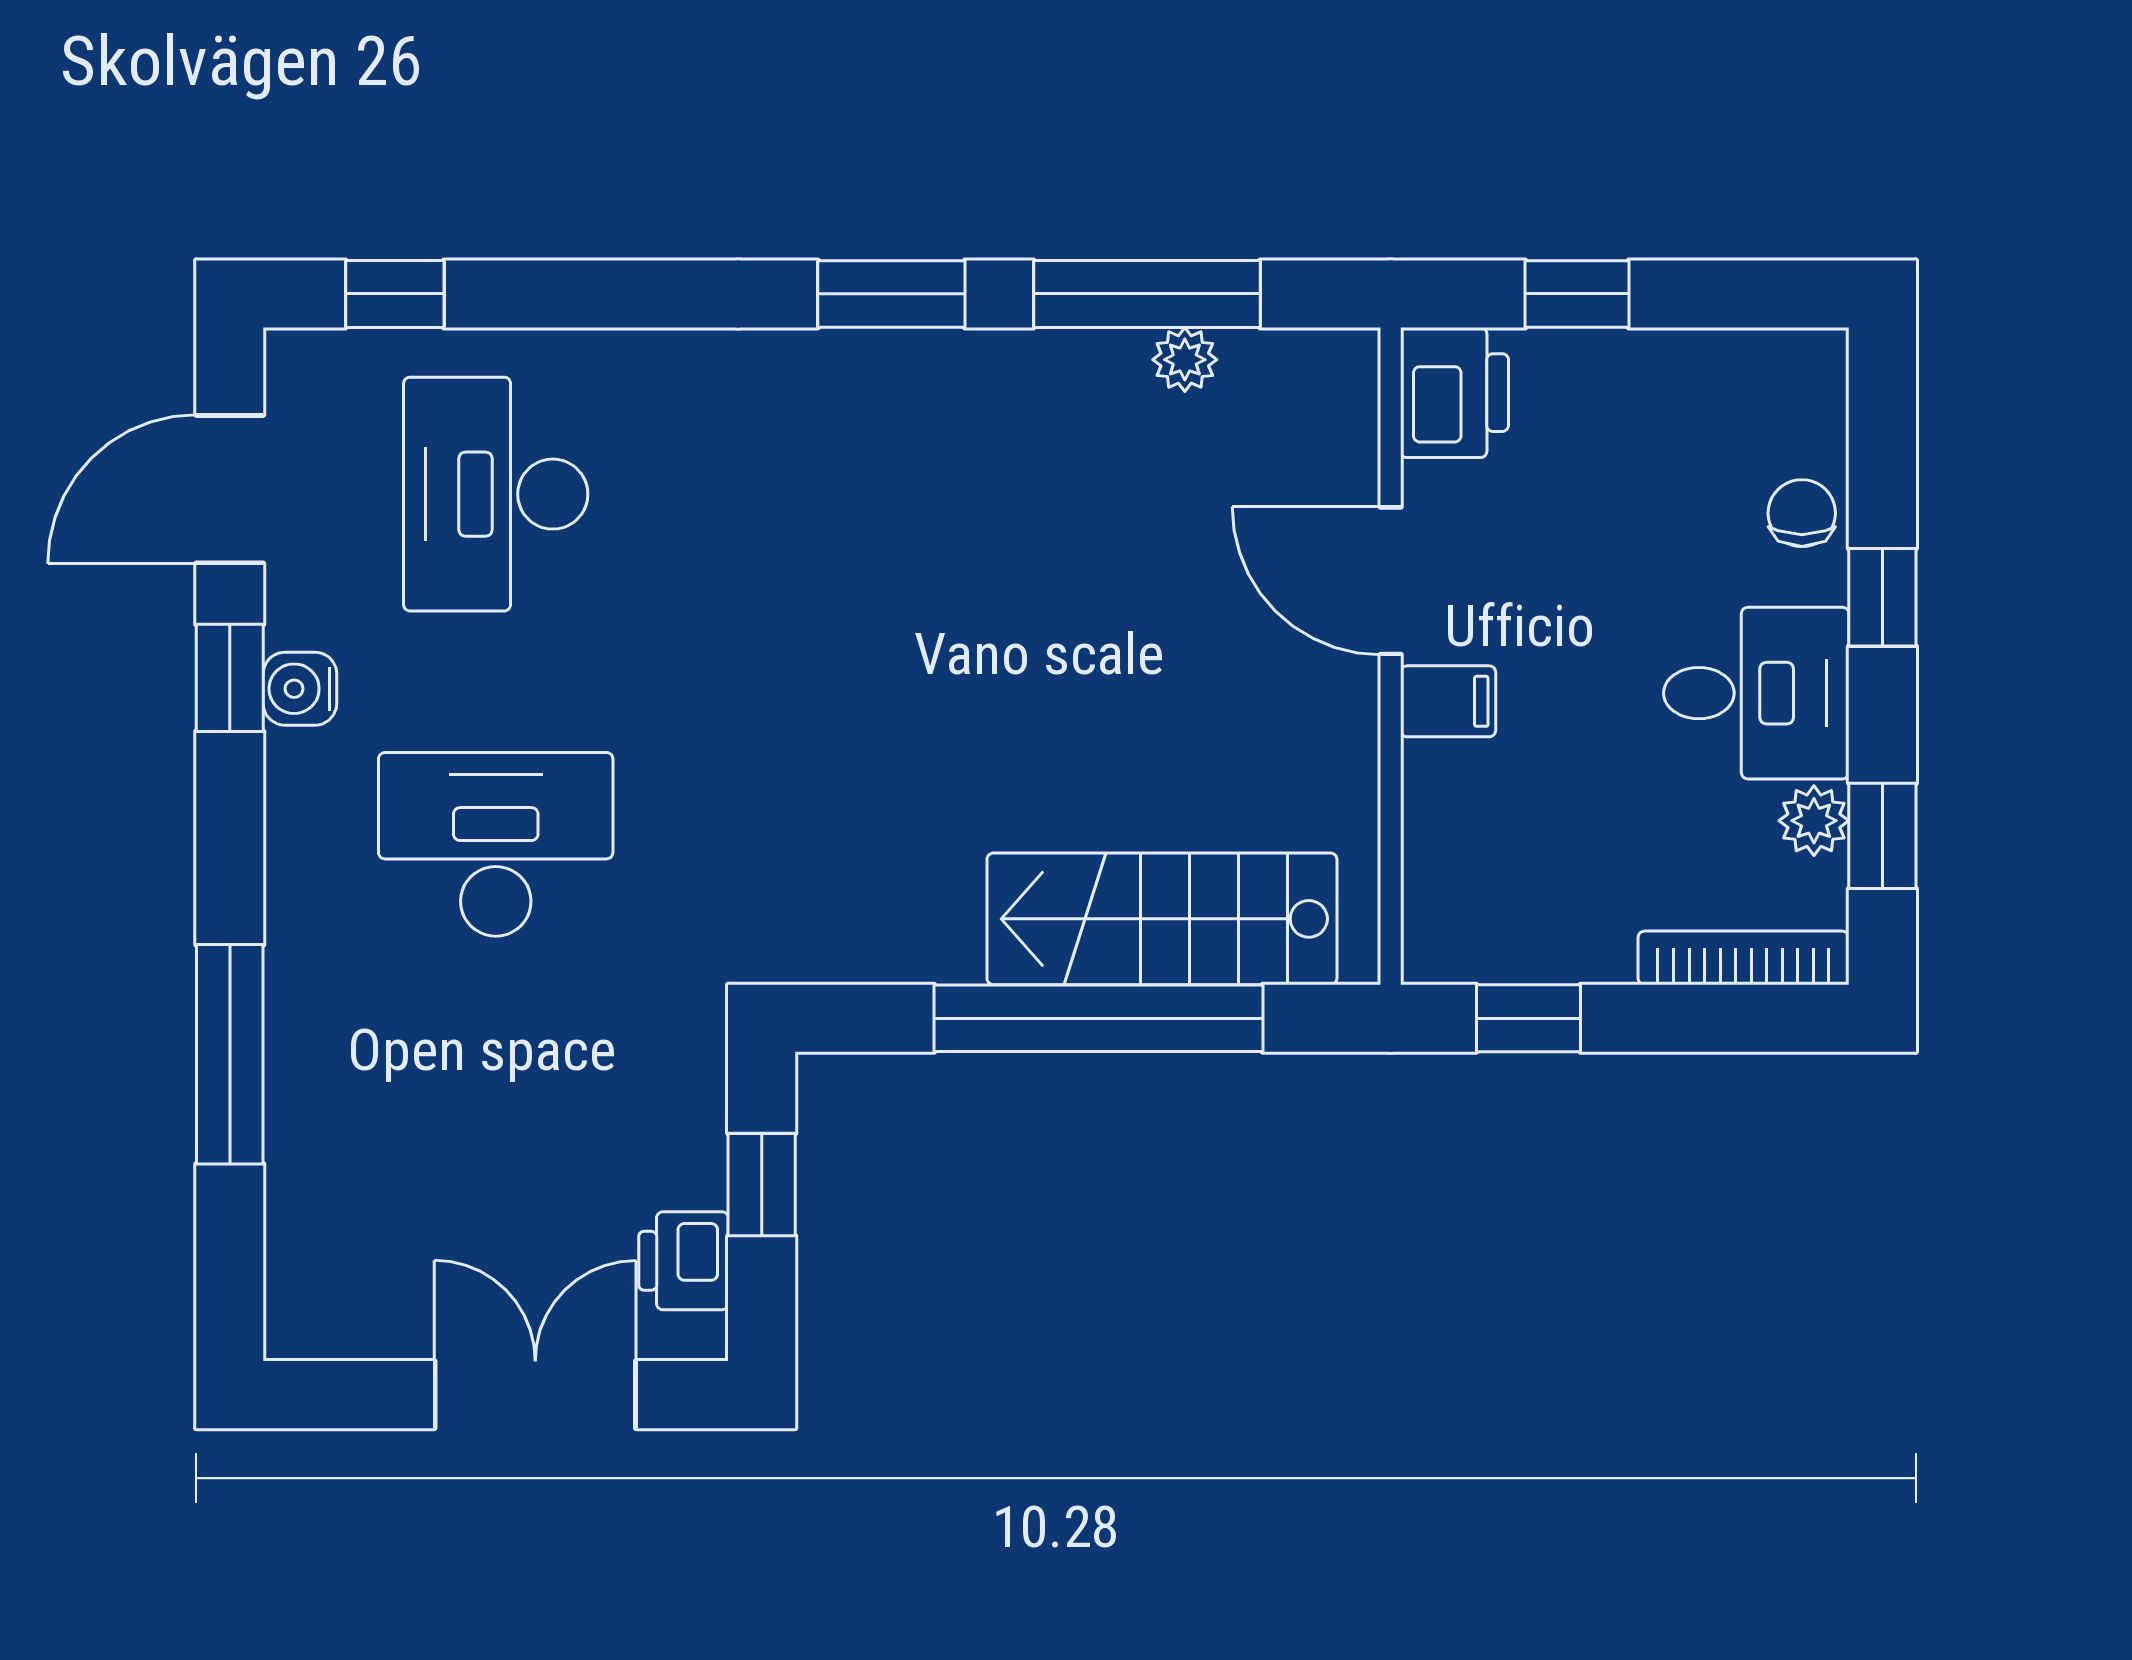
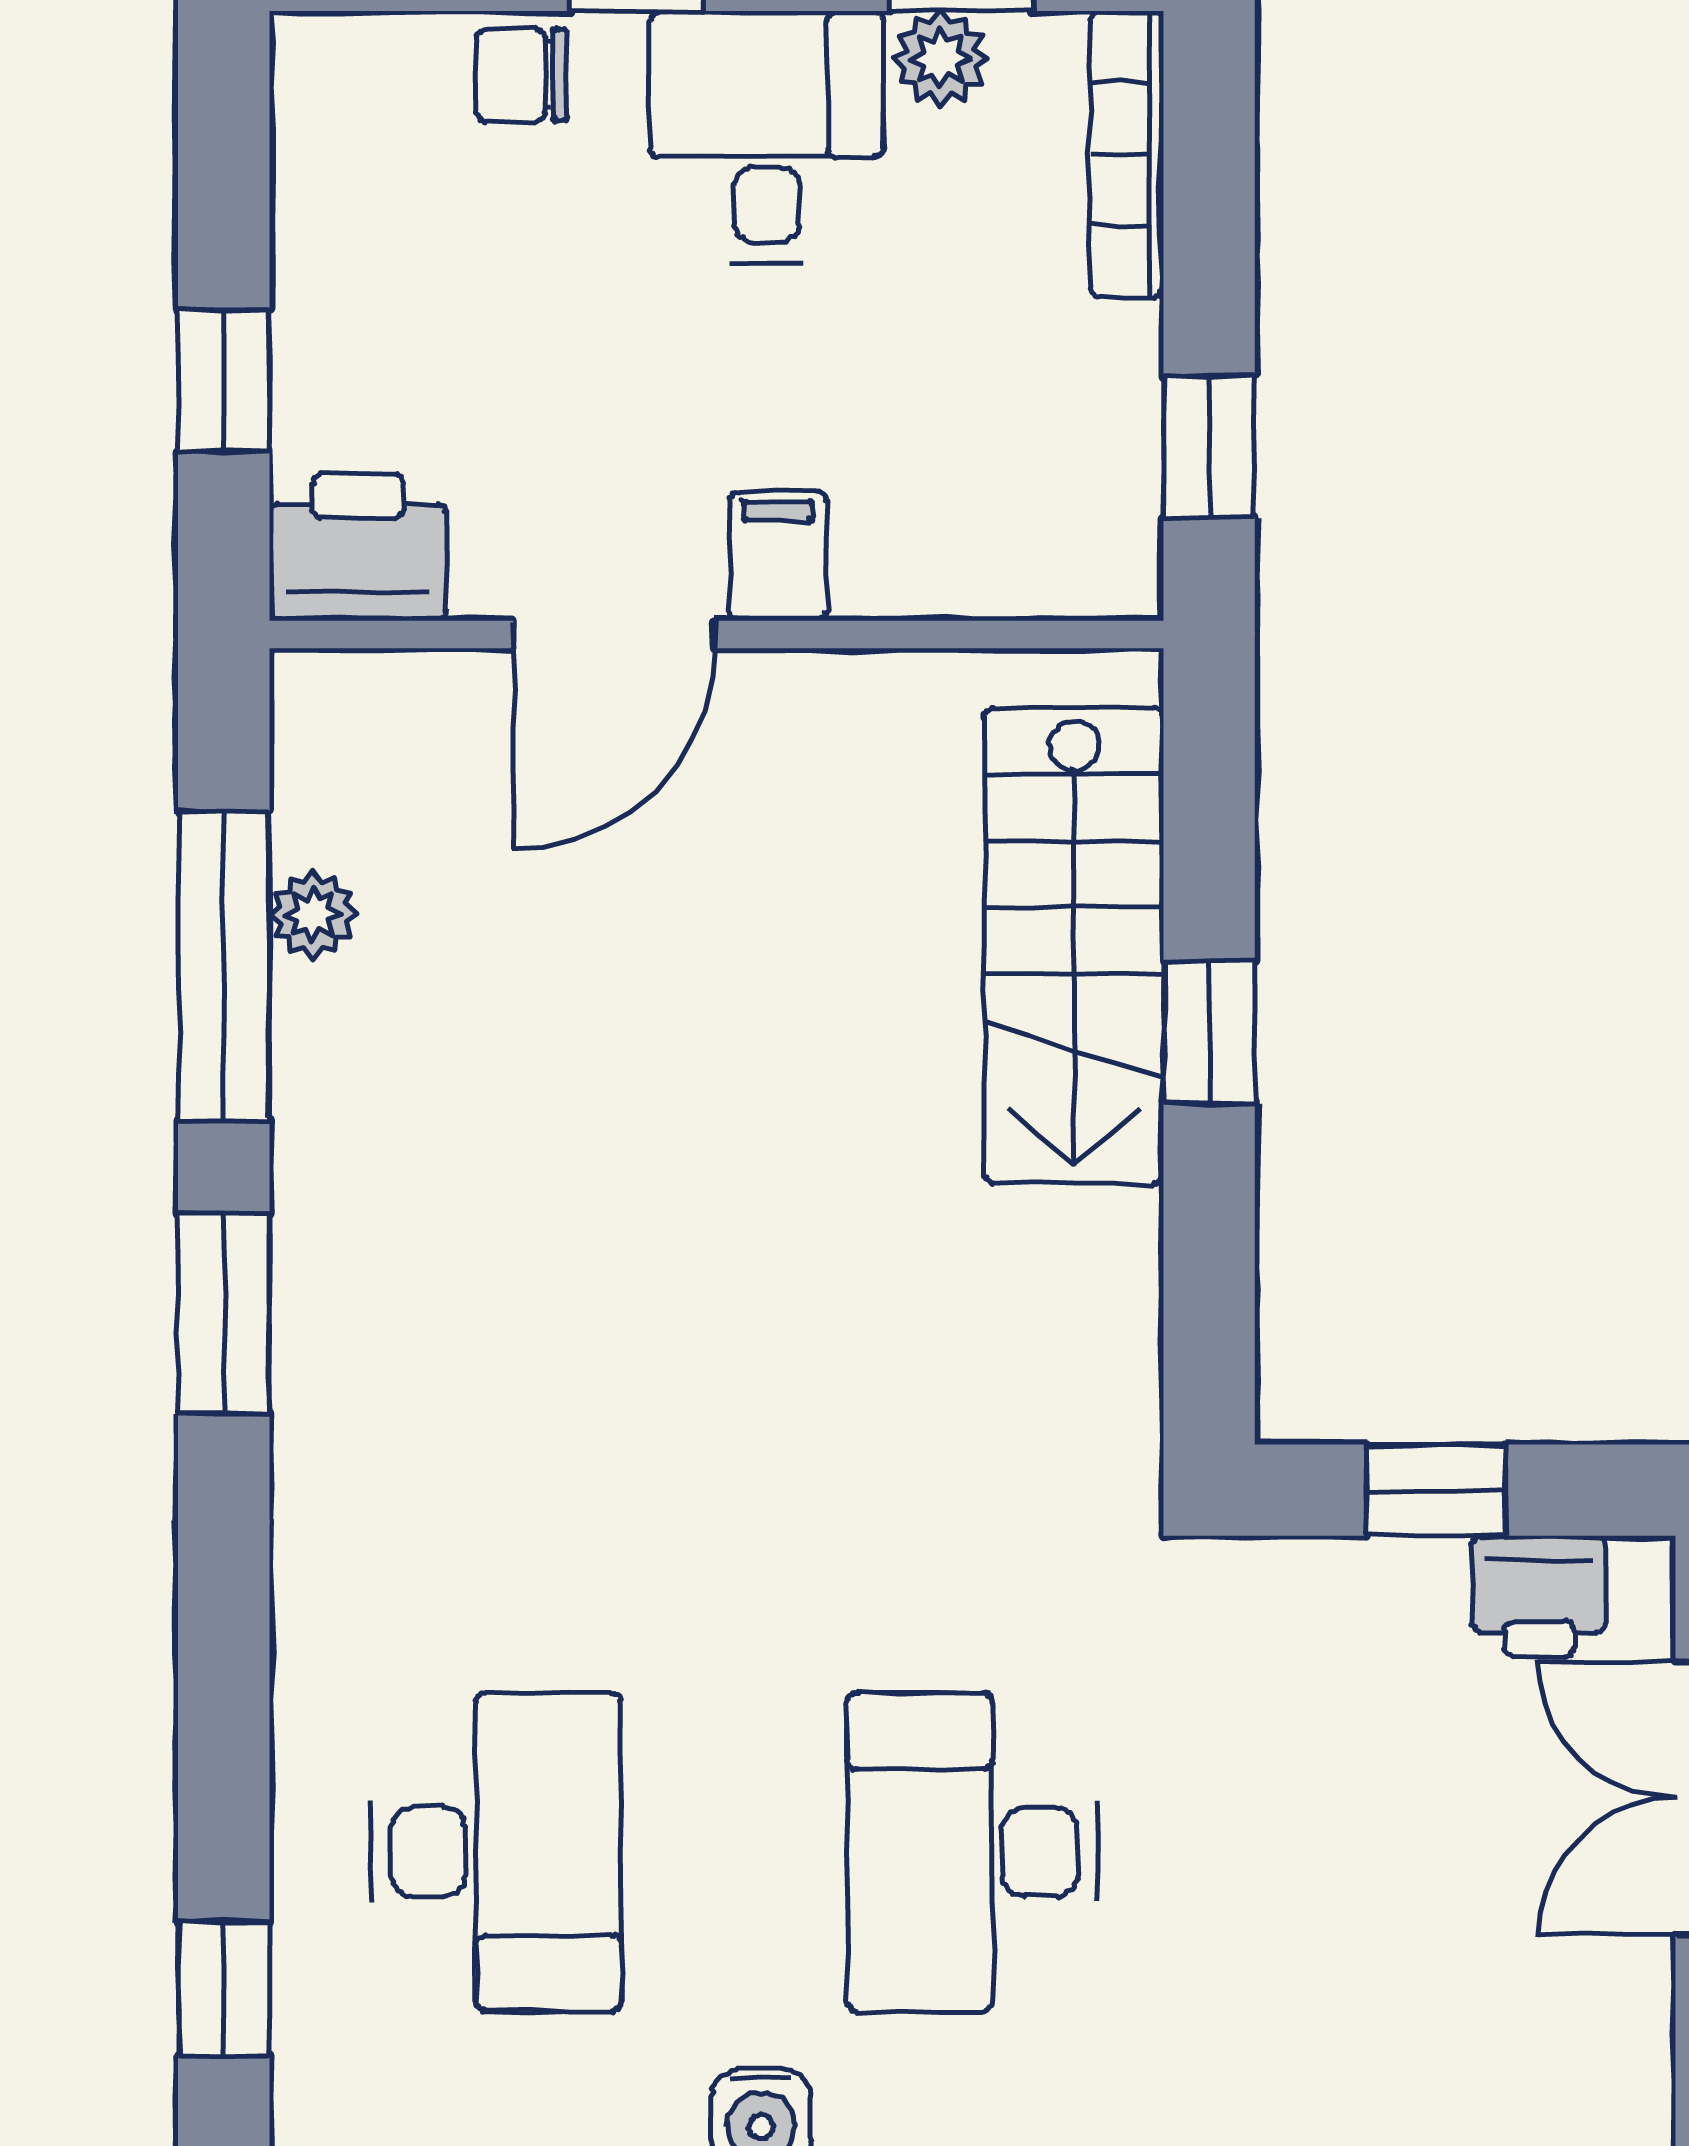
desk: (496, 494) -> (496, 1852), turned -90
window: (1098, 1018) -> (1209, 1032), width x0.32

